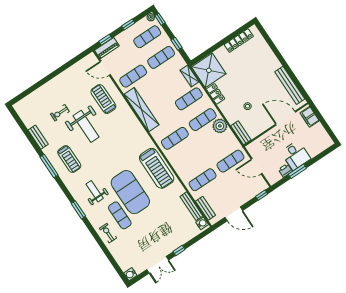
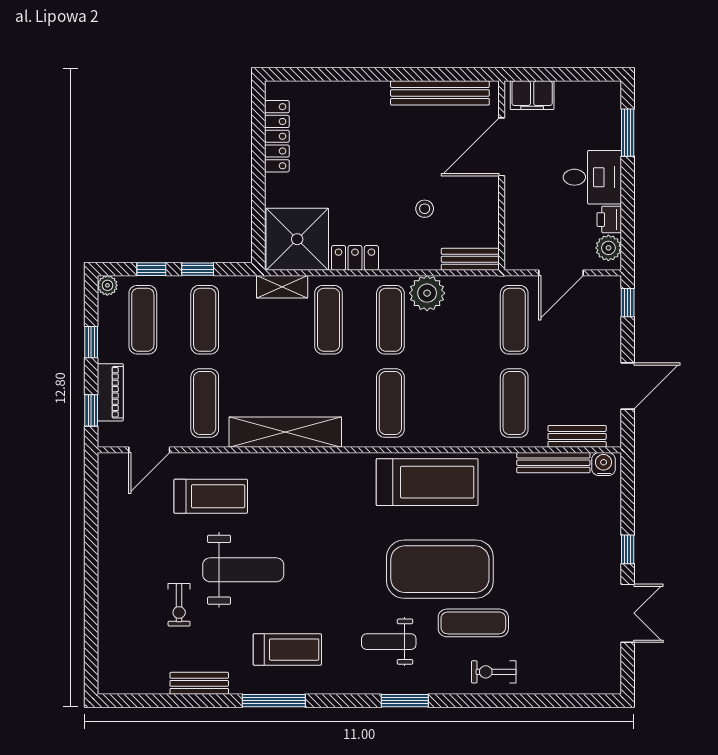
window: (160, 19) -> (151, 269), moved
piano: (107, 48) -> (110, 392), moved
treadmill: (103, 99) -> (211, 496), turned 180
window: (297, 171) -> (628, 133), moved
plant: (276, 177) -> (608, 248), added
water cooler: (130, 274) -> (609, 682), removed

